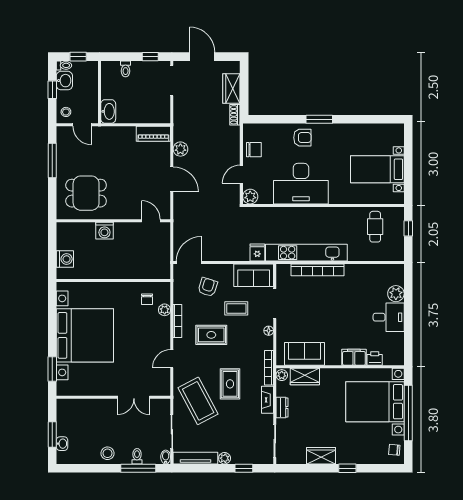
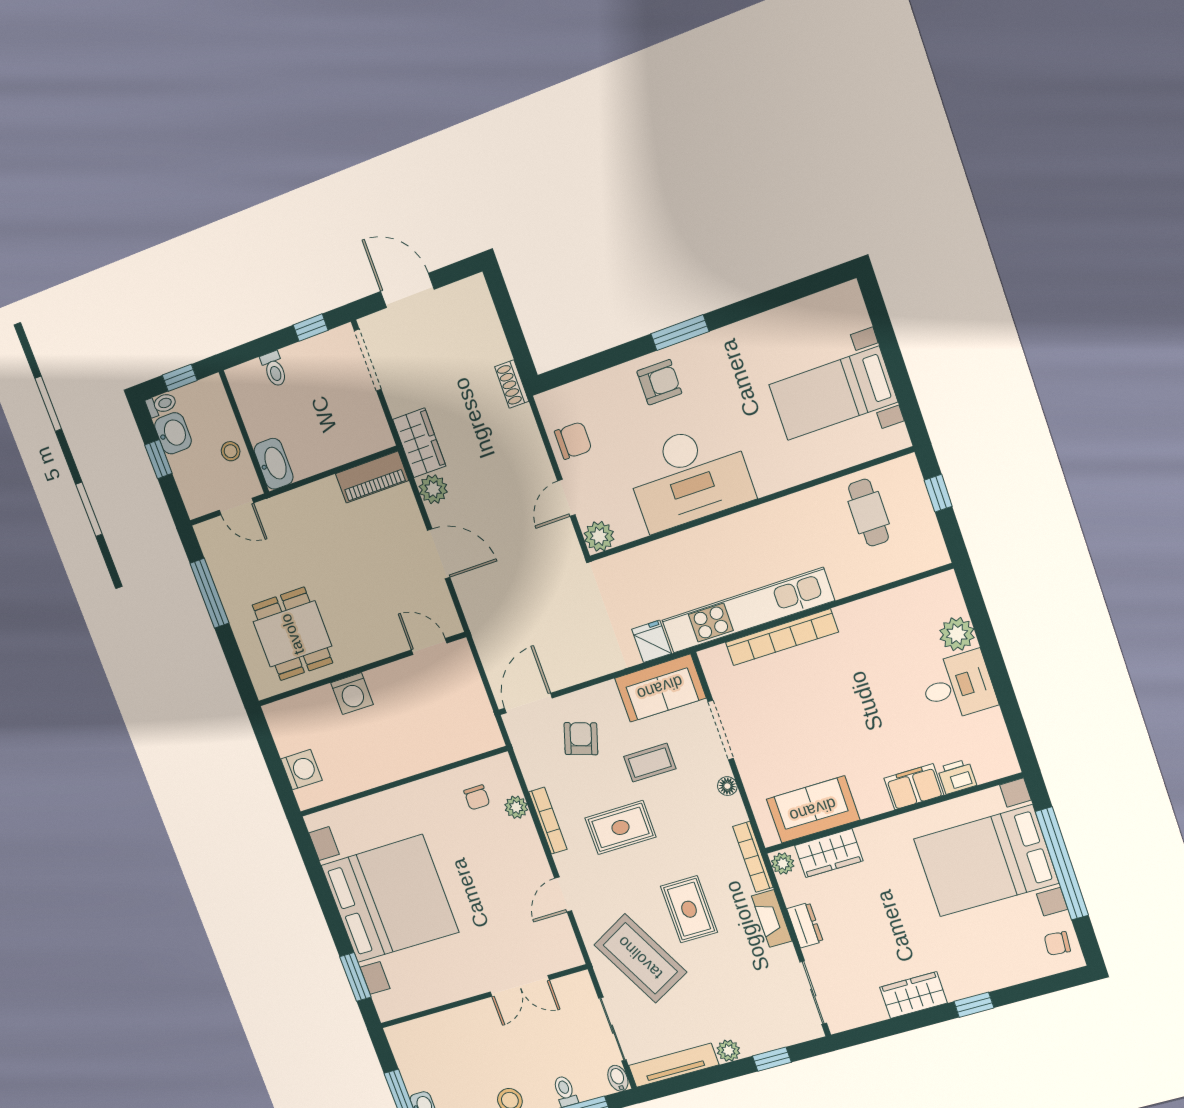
wardrobe: (231, 88) -> (419, 443), moved, turned 180
stool: (66, 112) -> (231, 451), moved
dining table: (86, 193) -> (292, 634), turned 90

